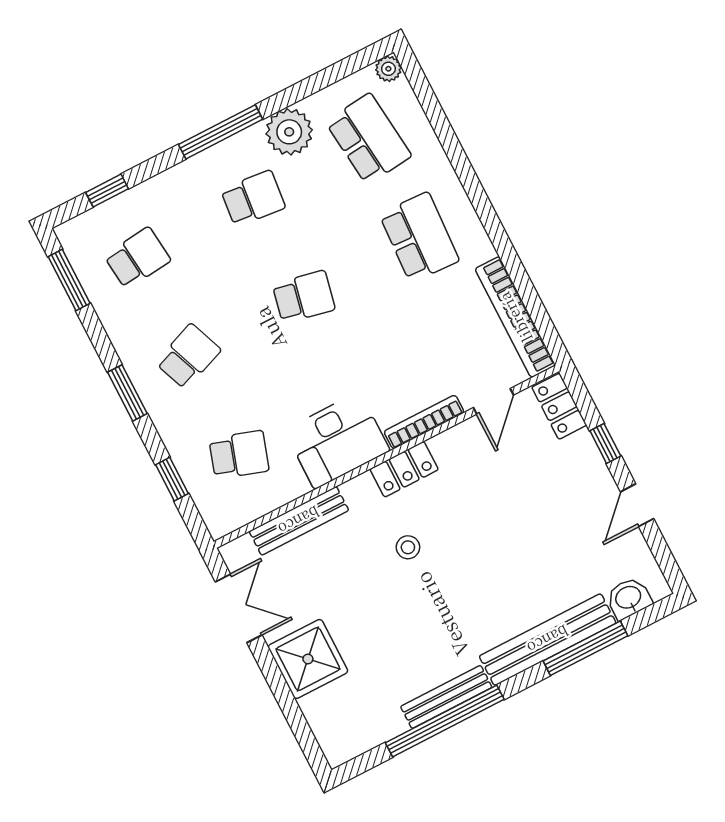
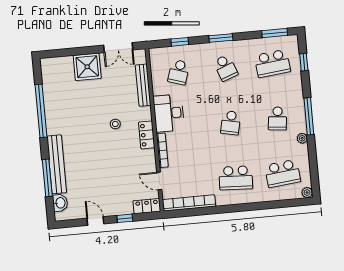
plant: (289, 132) -> (302, 138), width x0.53, depth x0.53
school desk: (138, 258) -> (272, 63), width x1.85
bench: (446, 697) -> (50, 115), removed

